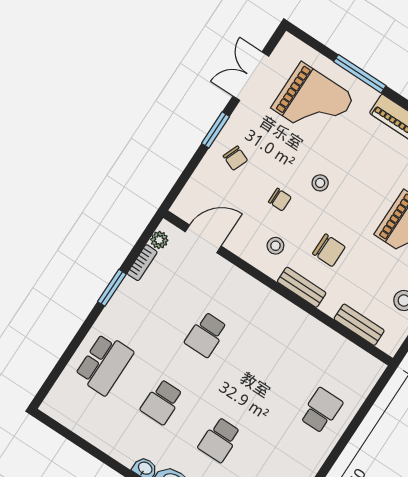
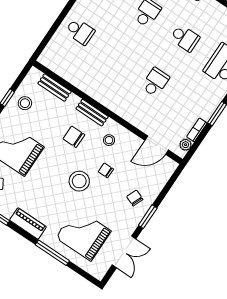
stool: (320, 183) -> (79, 181), width x1.89, depth x1.89
school desk: (162, 402) -> (185, 38), turned 90
school desk: (321, 410) -> (80, 31), turned -90

